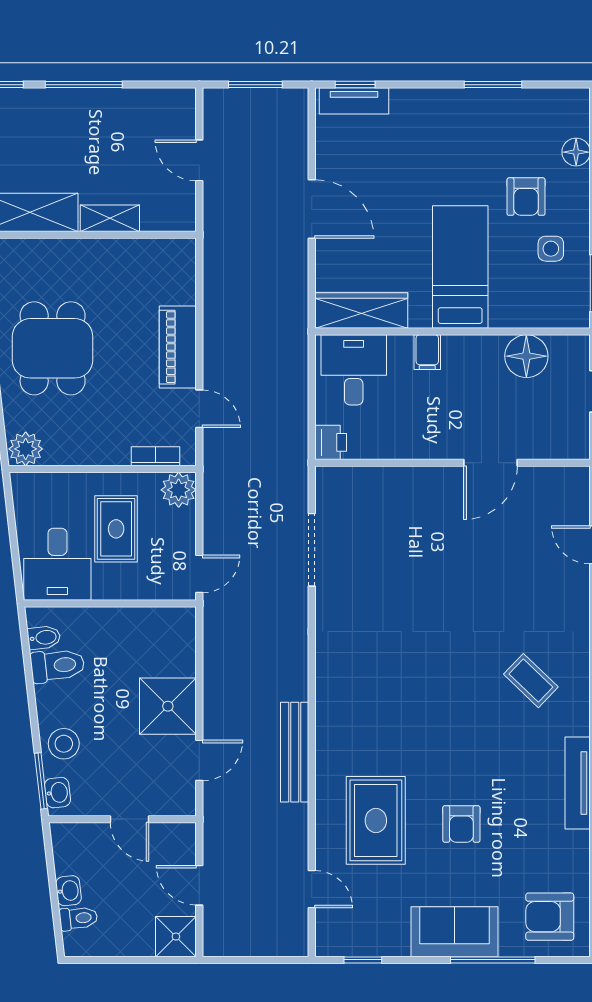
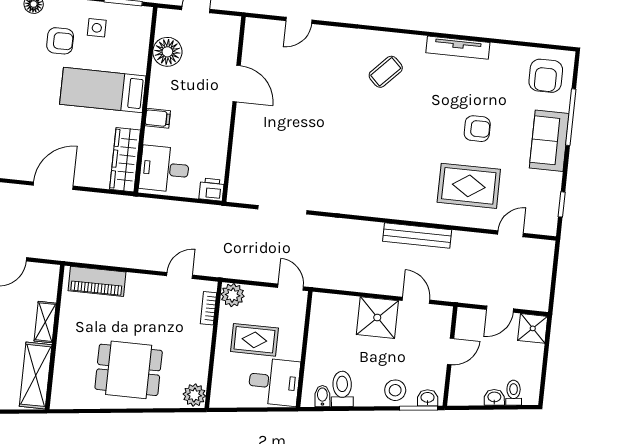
piano: (178, 347) -> (97, 281), moved

